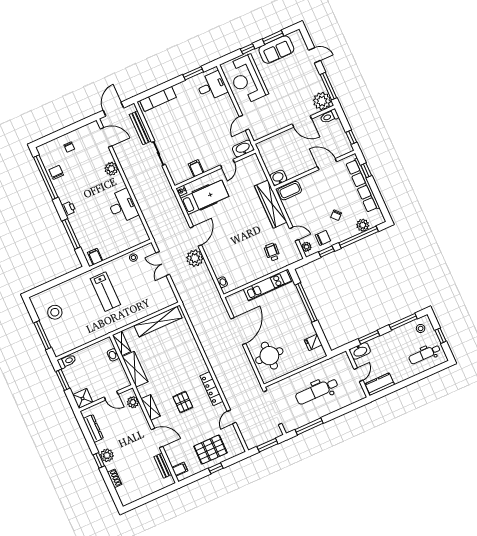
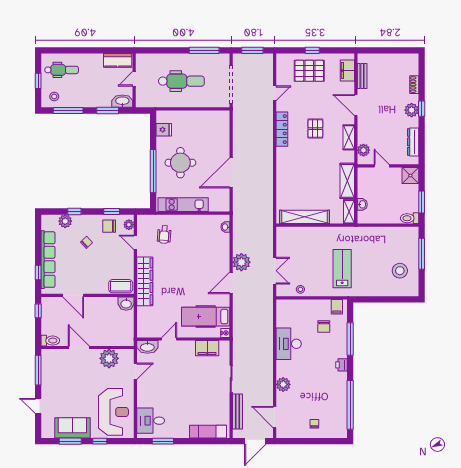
plant: (322, 101) -> (109, 358), moved
filing cabinet: (196, 168) -> (207, 348), width x2.00
chair: (56, 172) -> (324, 327), moved
window: (359, 237) -> (74, 211), width x0.32
round table: (269, 356) -> (180, 163), moved
filing cabinet: (180, 469) -> (347, 70), width x2.00

